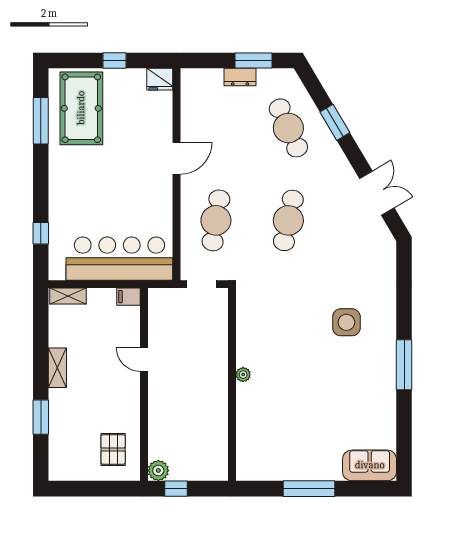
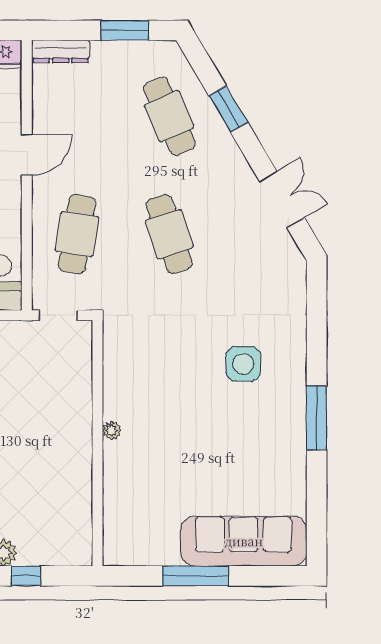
dresser: (240, 77) -> (61, 51), moved, width x1.44
cafe table: (288, 220) -> (169, 234), turned -30
sofa: (370, 465) -> (244, 541), width x1.85, depth x1.27

